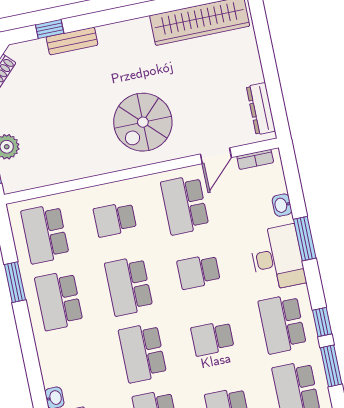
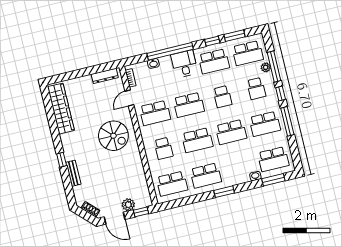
window: (50, 29) -> (62, 160), moved
door: (216, 156) -> (129, 98), swing flipped
window: (305, 239) -> (170, 51), width x2.11
desk: (277, 258) -> (184, 64), width x0.73
school desk: (199, 272) -> (189, 105), width x1.85
window: (15, 282) -> (224, 192), moved

